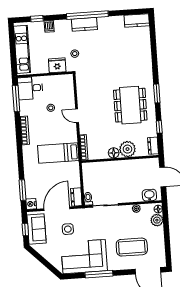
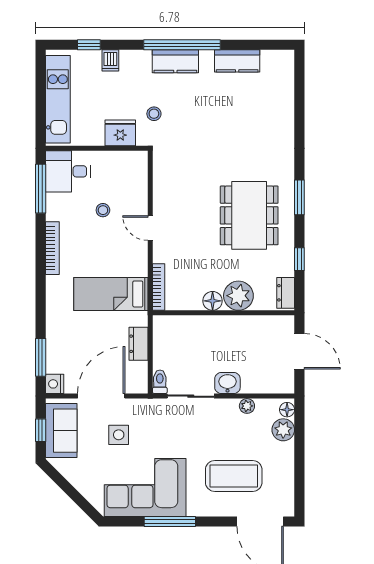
kitchen counter: (137, 21) -> (237, 61), moved
washbasin: (149, 195) -> (227, 383), moved
dresser: (76, 197) -> (138, 344), moved

